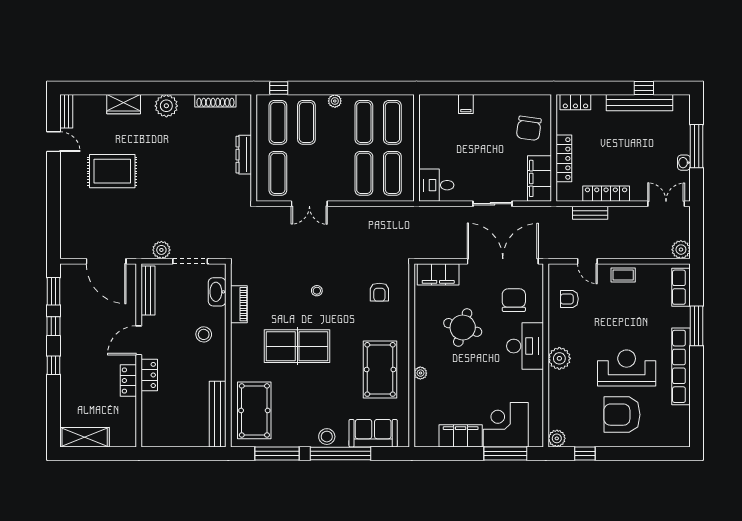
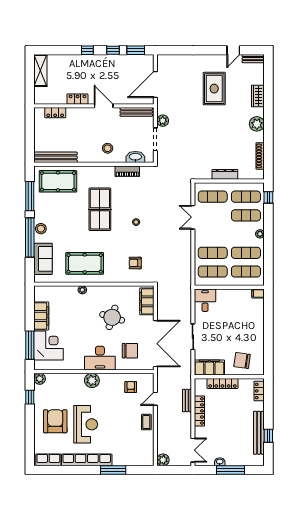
filing cabinet: (466, 104) -> (258, 293), moved
row of seats: (681, 287) -> (48, 460), moved
locker: (149, 375) -> (55, 113), moved

